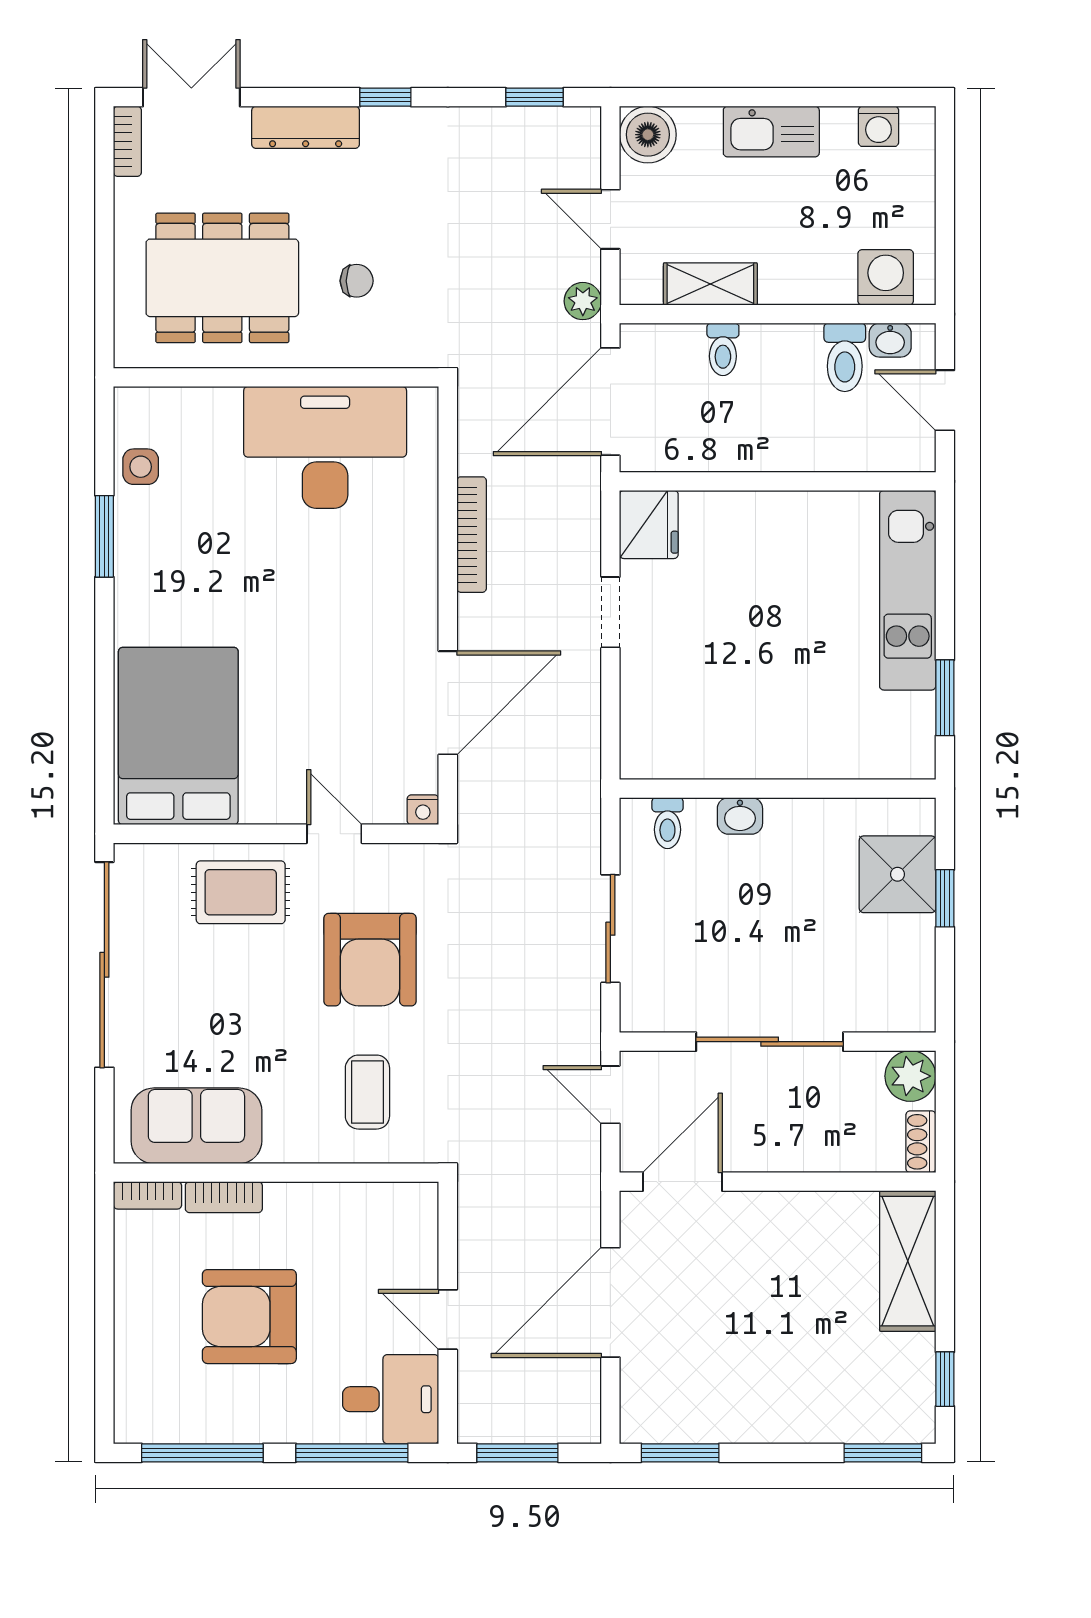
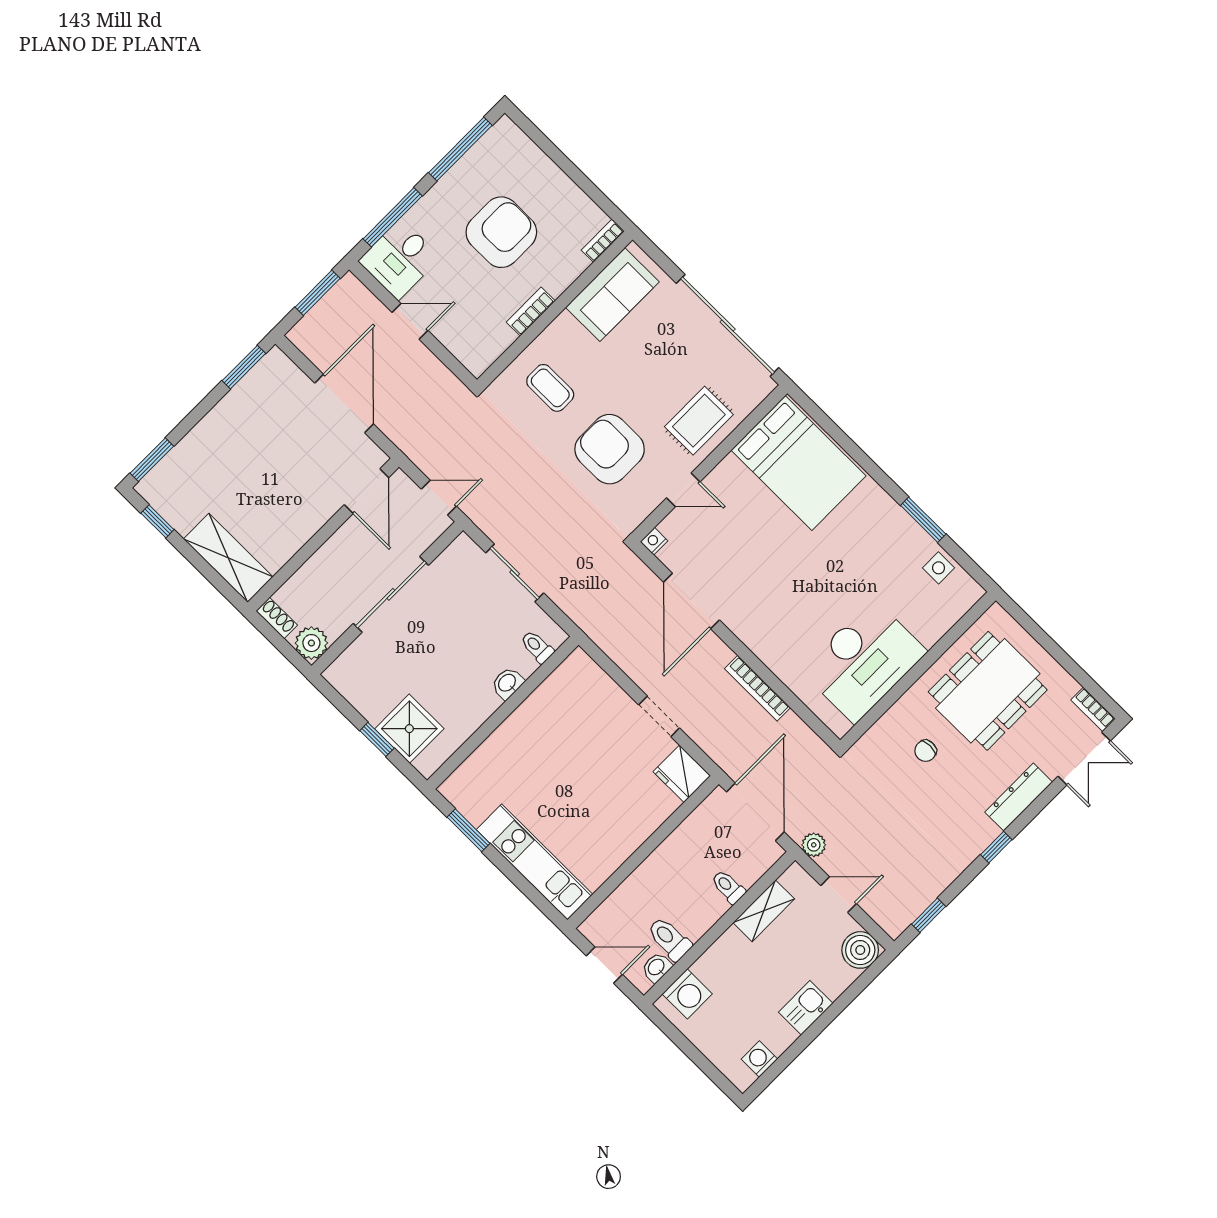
kitchen sink: (771, 132) -> (806, 1008), width x0.73
bookcase: (224, 1197) -> (531, 312), moved

